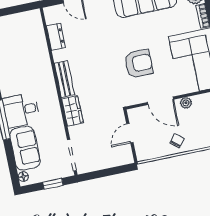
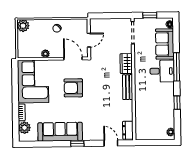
dresser: (56, 37) -> (128, 130), moved
door: (160, 101) -> (73, 59), moved

